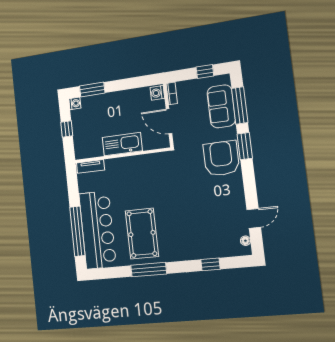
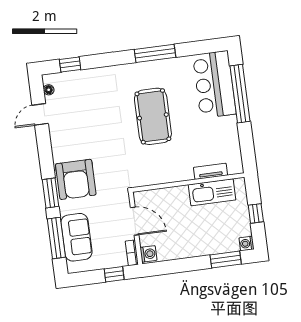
window: (205, 71) -> (114, 274), moved
kitchen sink: (122, 144) -> (212, 192), moved
tv unit: (91, 166) -> (211, 171), moved
bar counter: (97, 230) -> (214, 84), width x0.73
pool table: (142, 234) -> (153, 116), moved
window: (210, 264) -> (70, 65), moved

